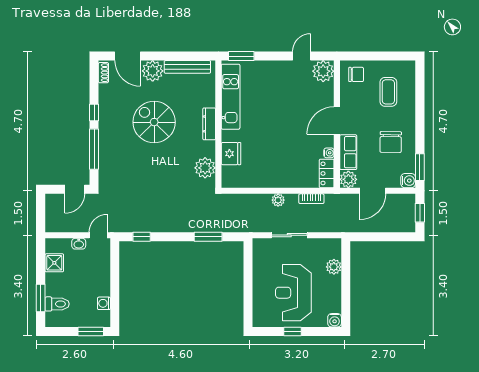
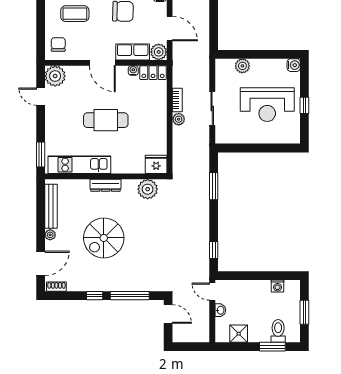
plant: (153, 71) -> (50, 235), width x0.53, depth x0.53
cafe table: (277, 124) -> (106, 120), added
fridge: (231, 154) -> (156, 164), moved
bookcase: (311, 199) -> (177, 100), moved
window: (91, 331) -> (304, 312), moved

